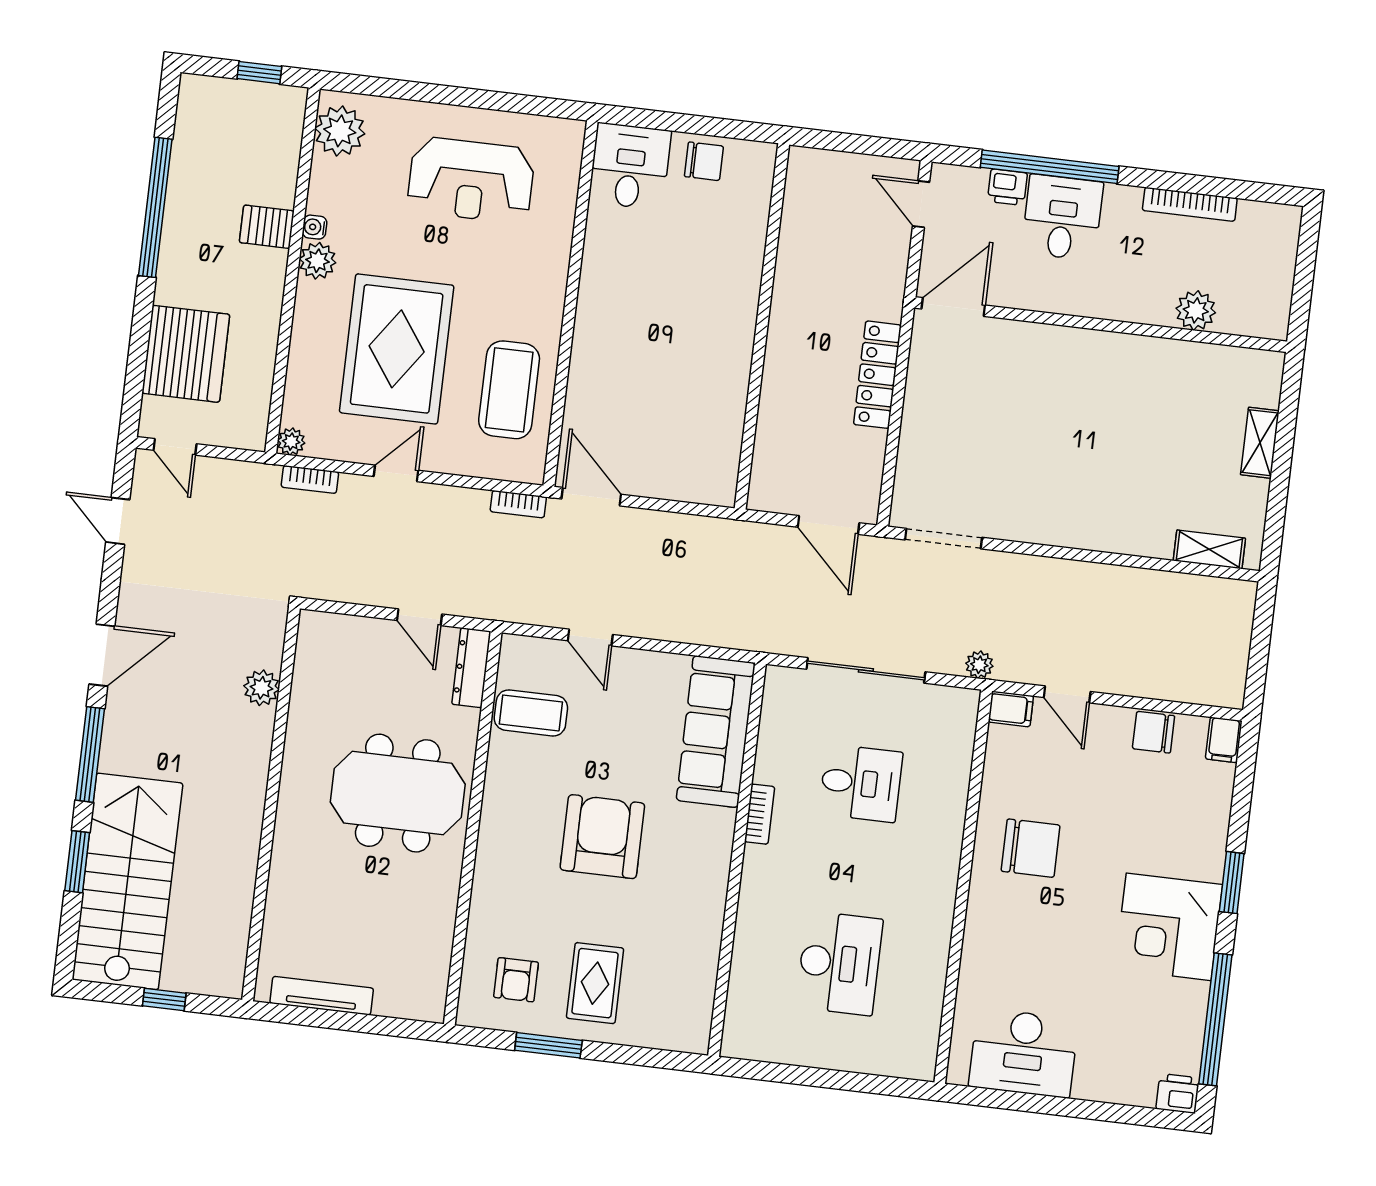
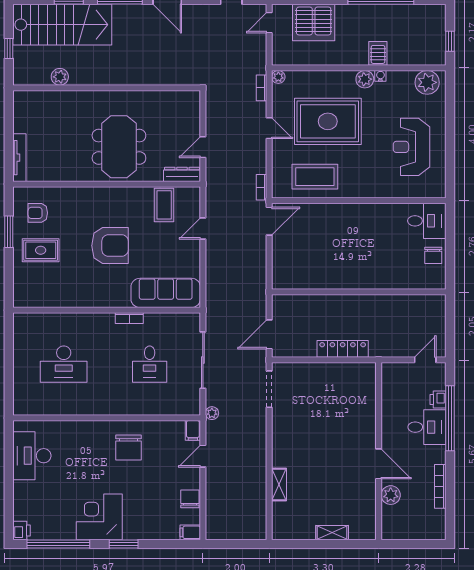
door: (953, 307) -> (379, 464), moved
shelving: (1209, 549) -> (279, 485), moved
plant: (262, 688) -> (60, 77), moved
tv unit: (322, 996) -> (19, 158), moved

